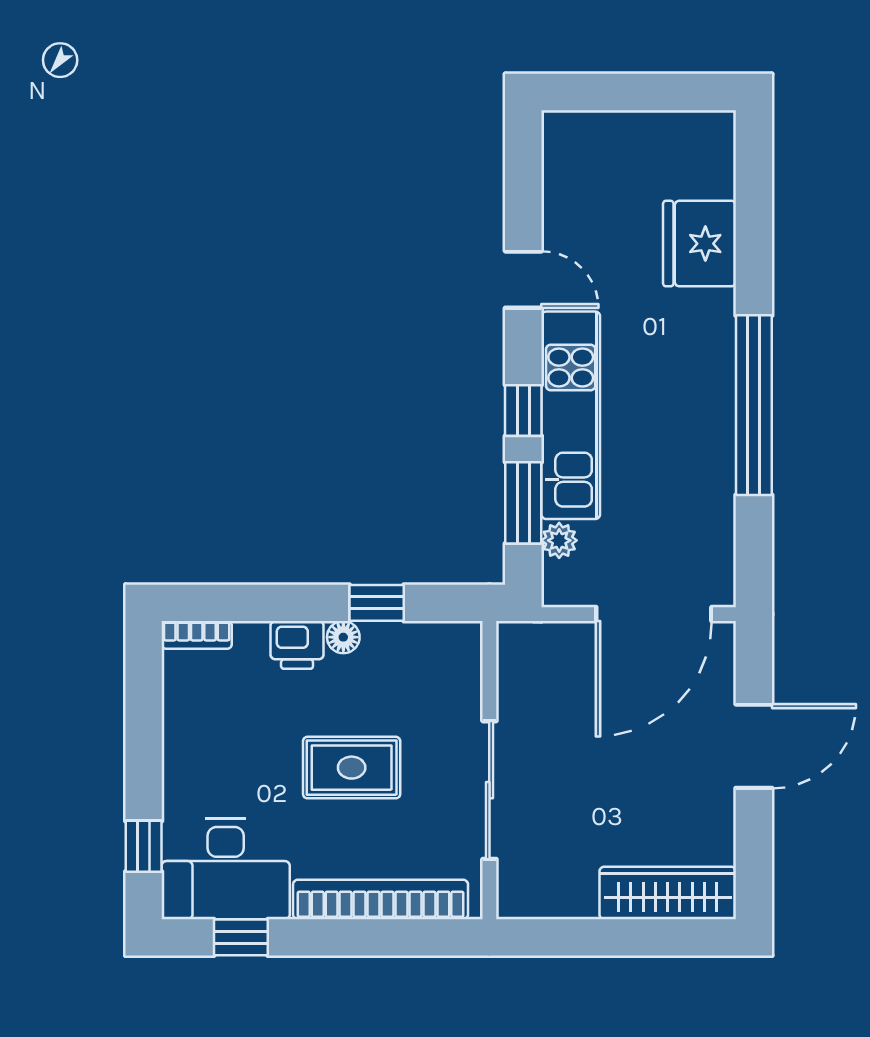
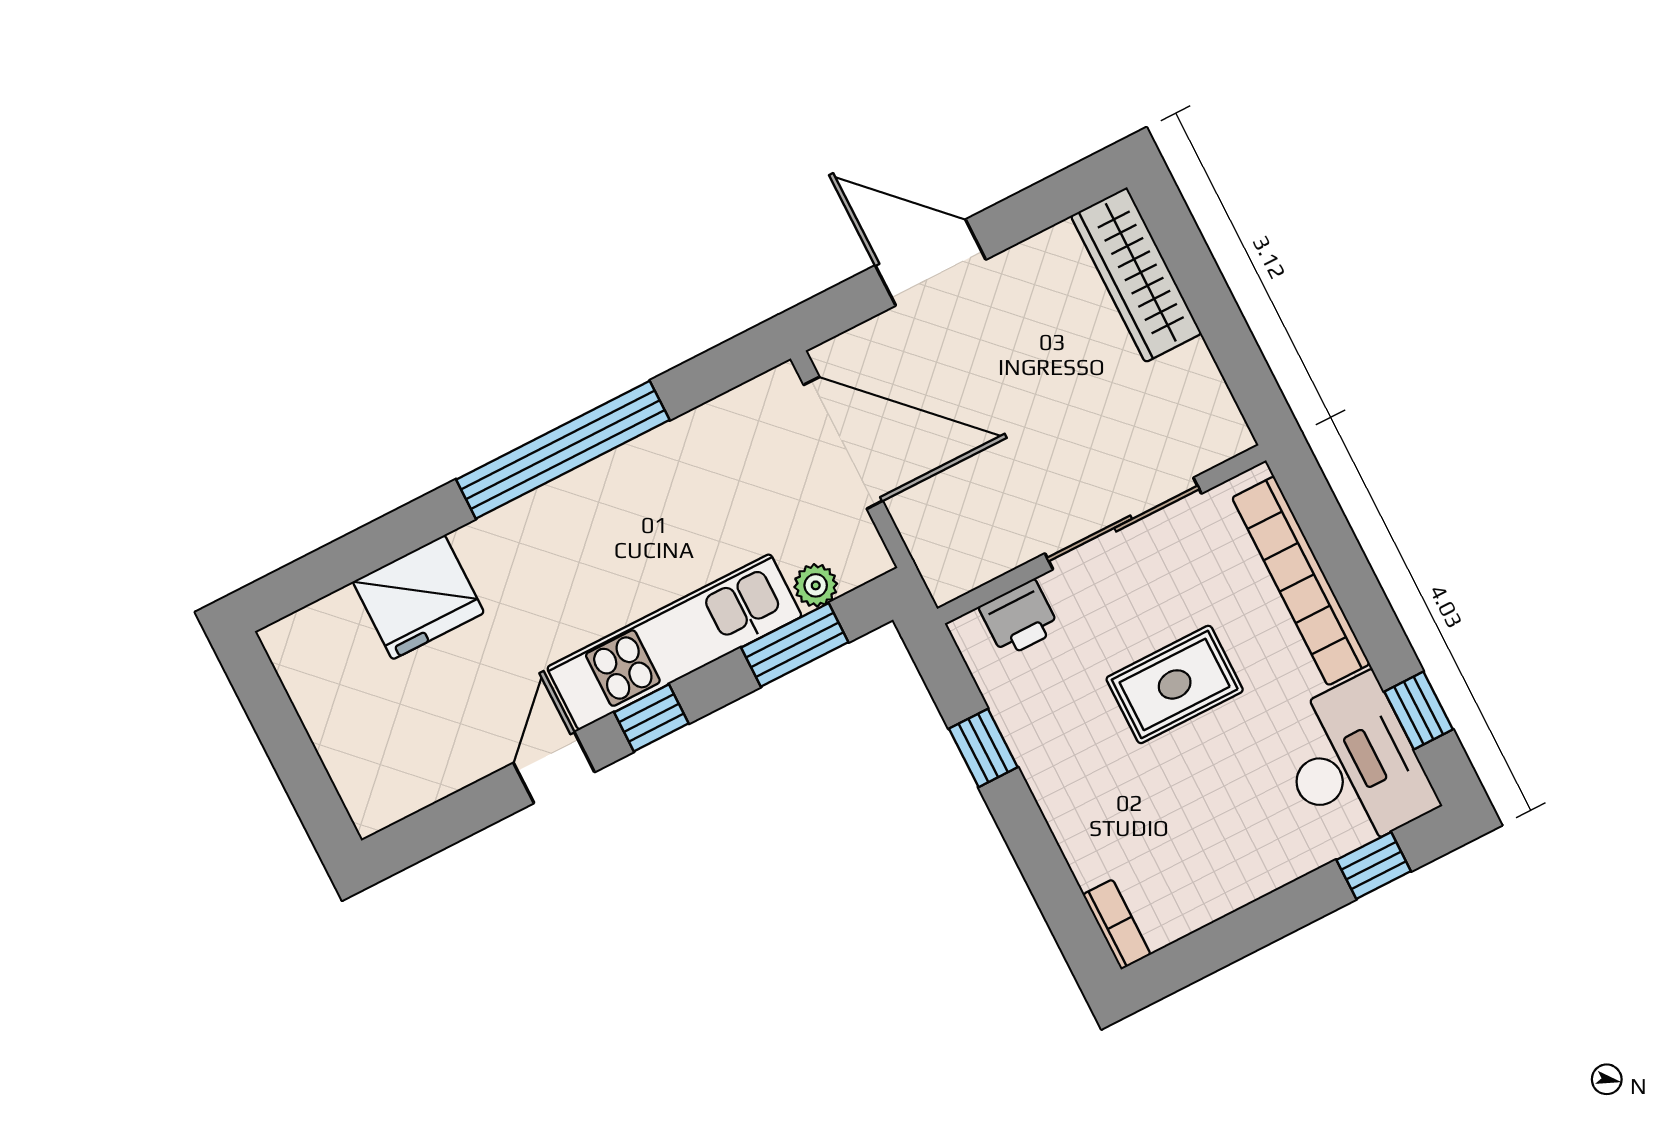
window: (523, 410) -> (651, 718), moved
floor lamp: (343, 637) -> (1039, 765), removed
printer: (297, 645) -> (1019, 618), moved, turned 90
rug: (352, 768) -> (1175, 684), turned 90

